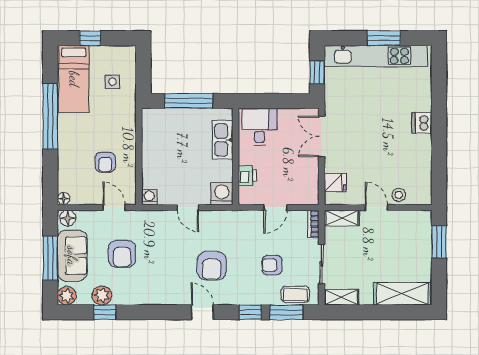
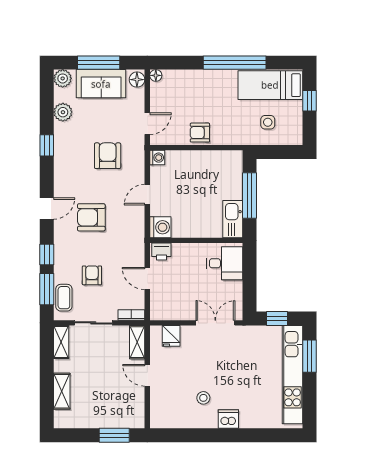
window: (384, 38) -> (310, 356), moved
kitchen sink: (223, 140) -> (233, 219), moved, turned -90
armchair: (105, 162) -> (200, 133), moved
printer: (247, 176) -> (161, 252), moved
stool: (399, 195) -> (203, 398), moved
door: (376, 207) -> (147, 375), swing flipped
armchair: (122, 254) -> (108, 156), moved, turned 90
shelving: (402, 294) -> (62, 391), width x0.67, depth x0.75
window: (105, 312) -> (47, 145), moved

